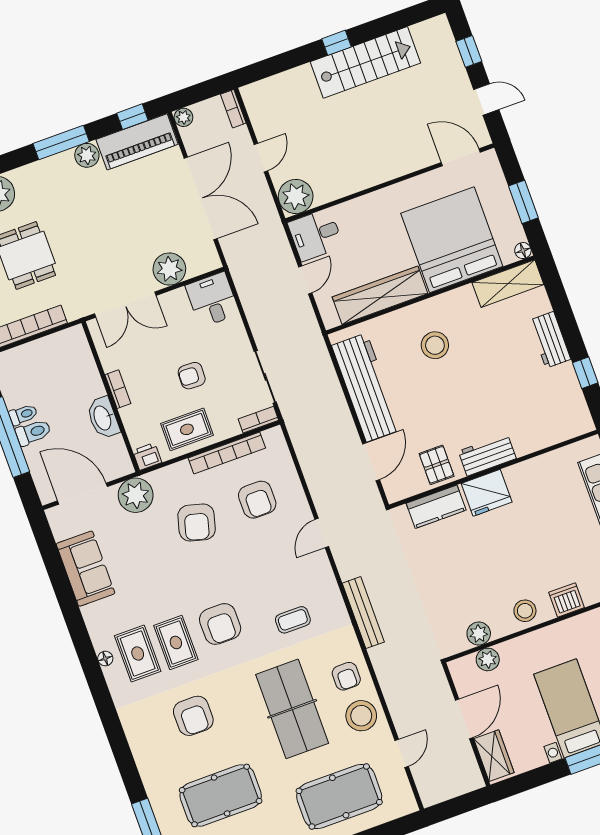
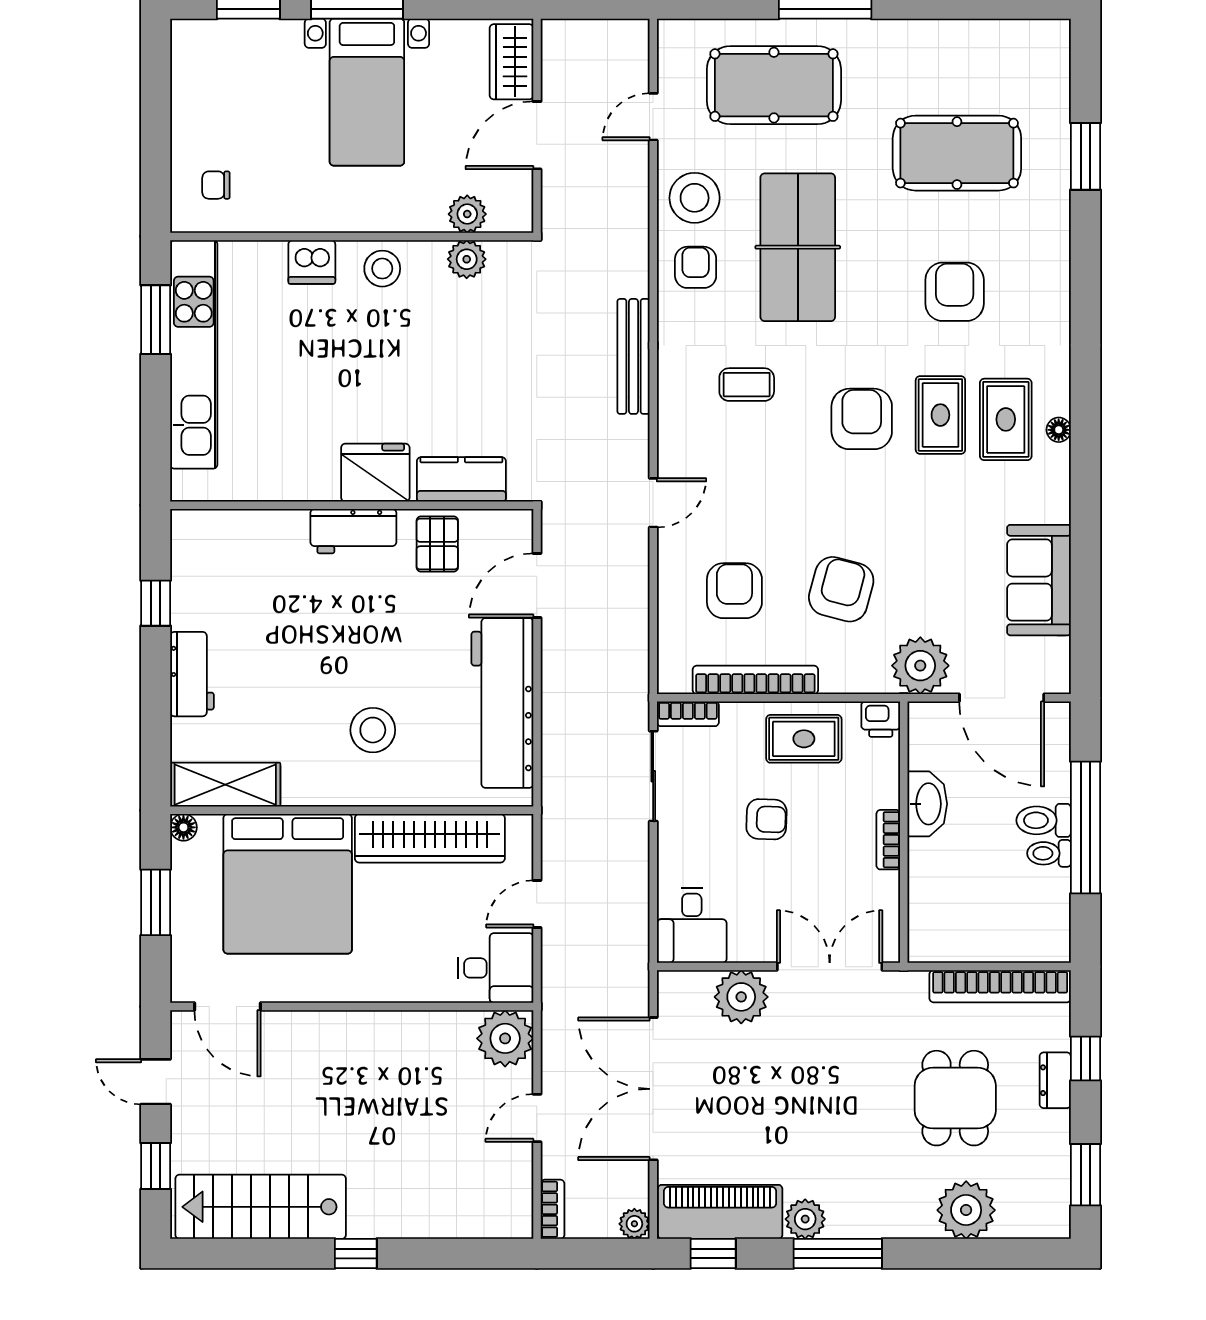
stairs: (365, 62) -> (261, 1207), moved

